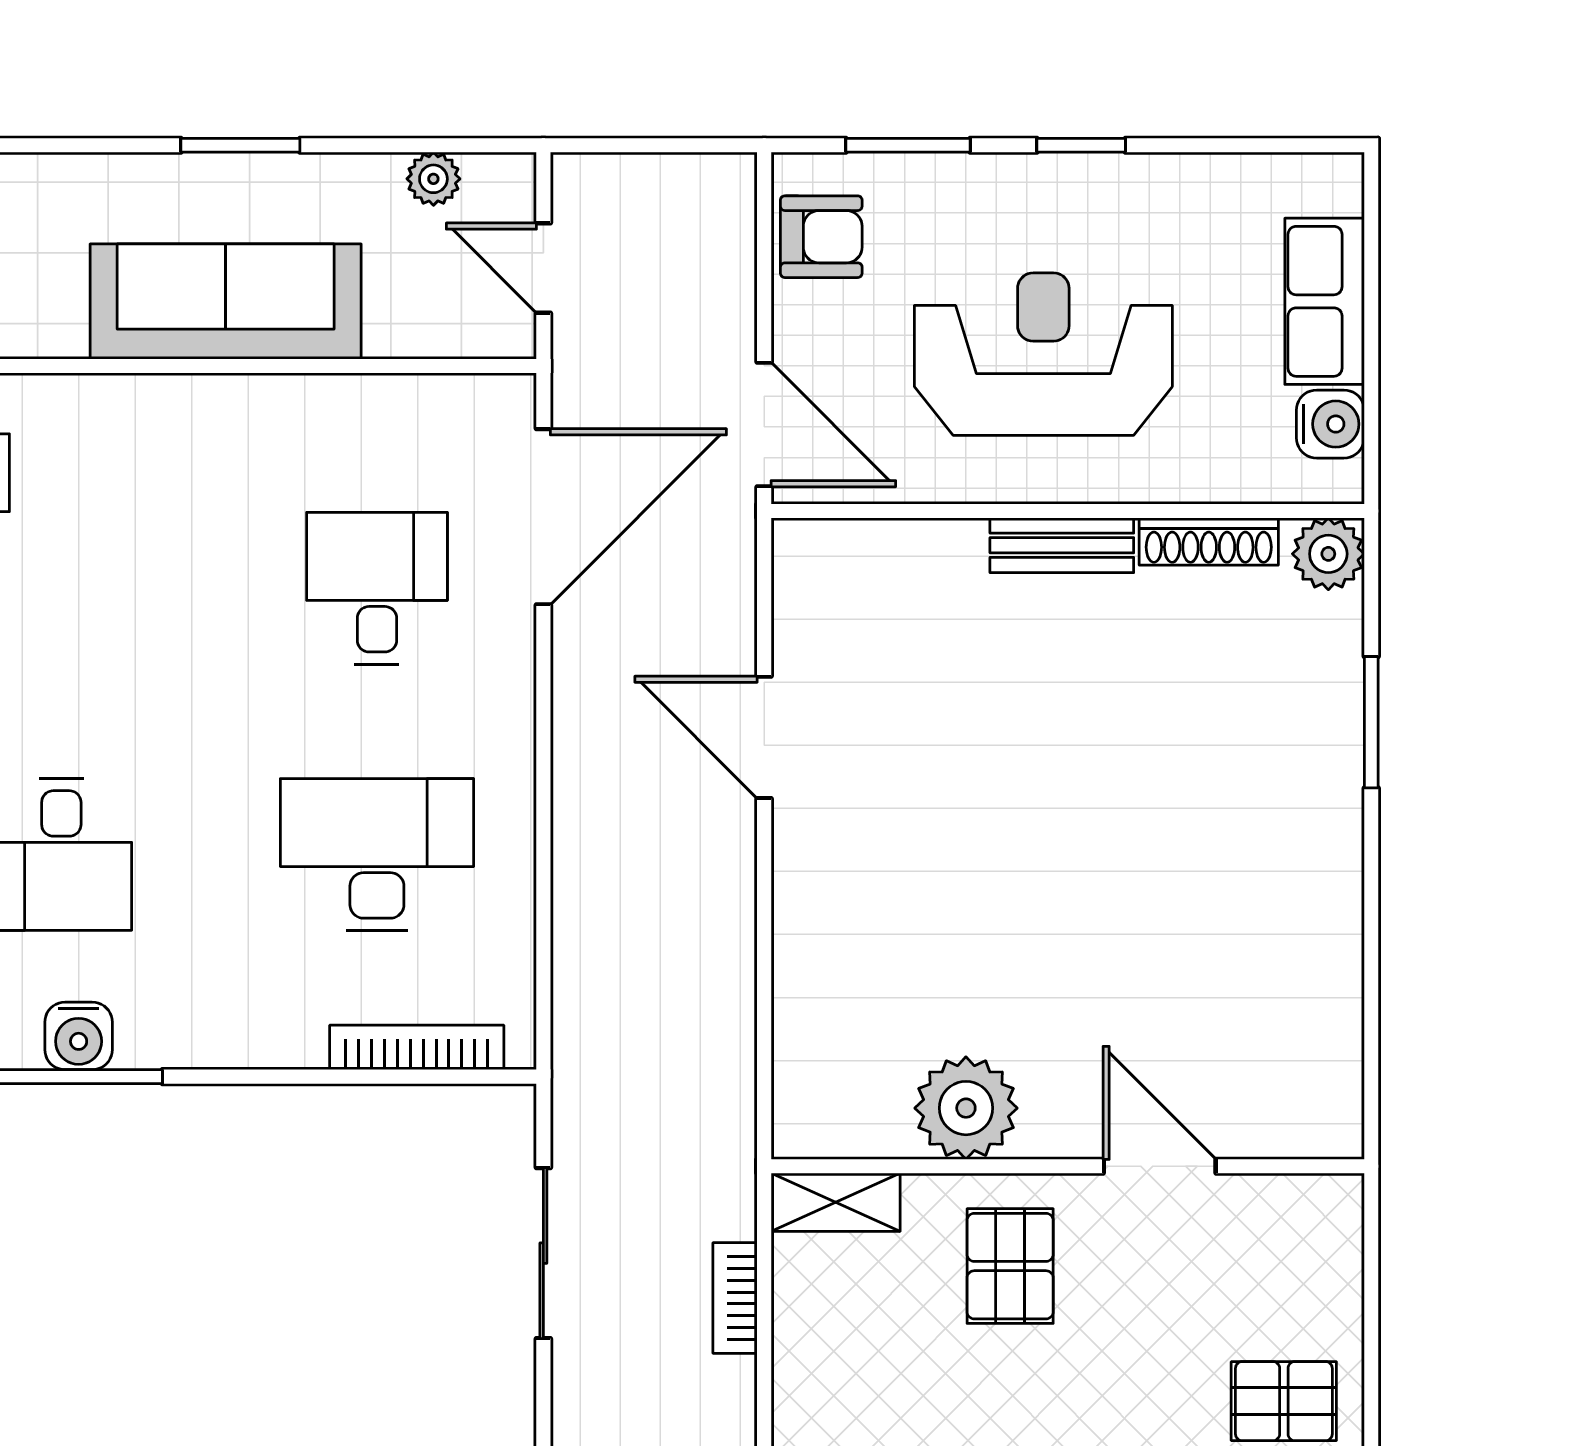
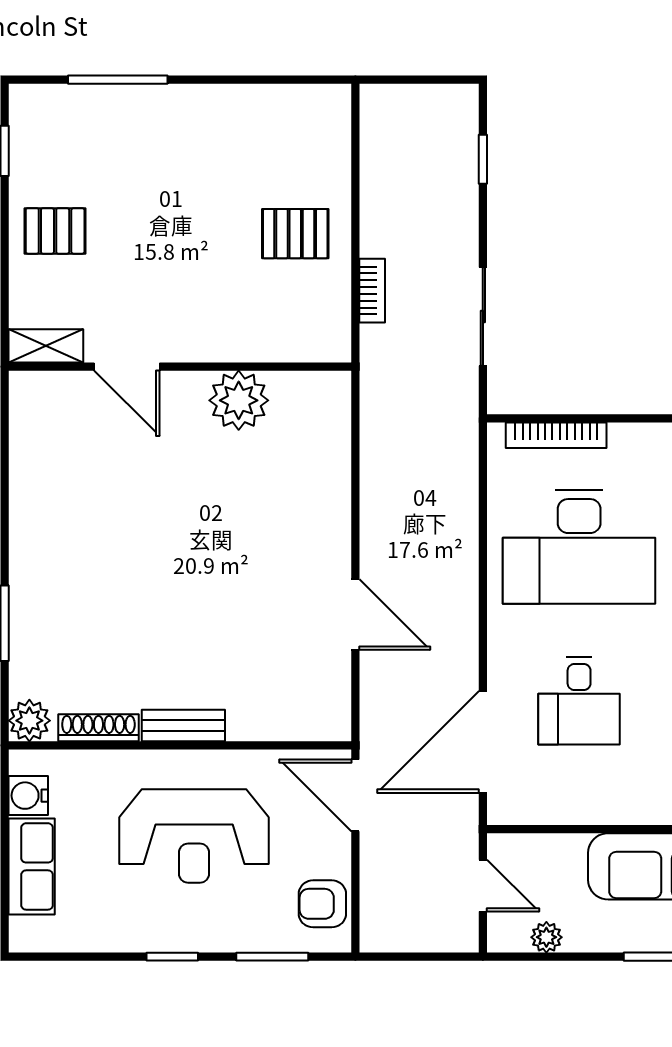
desk: (377, 854) -> (579, 547), width x1.36, depth x1.30
shelving: (836, 1202) -> (46, 346), moved
pallet: (1010, 1266) -> (295, 234), moved, turned 90

